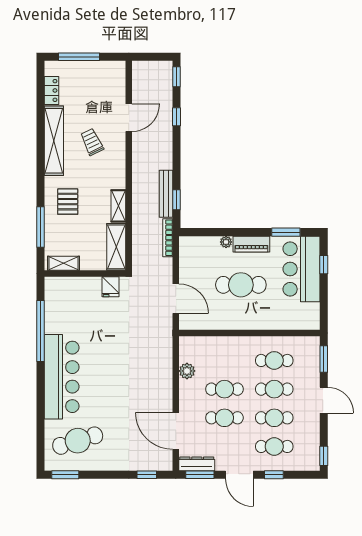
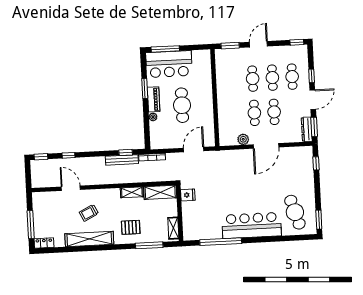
locker: (51, 90) -> (44, 243), moved
window: (286, 232) -> (145, 88), moved
window: (324, 265) -> (165, 49), width x2.17
cafe table: (274, 360) -> (233, 80), removed
door: (176, 431) -> (266, 146), moved

